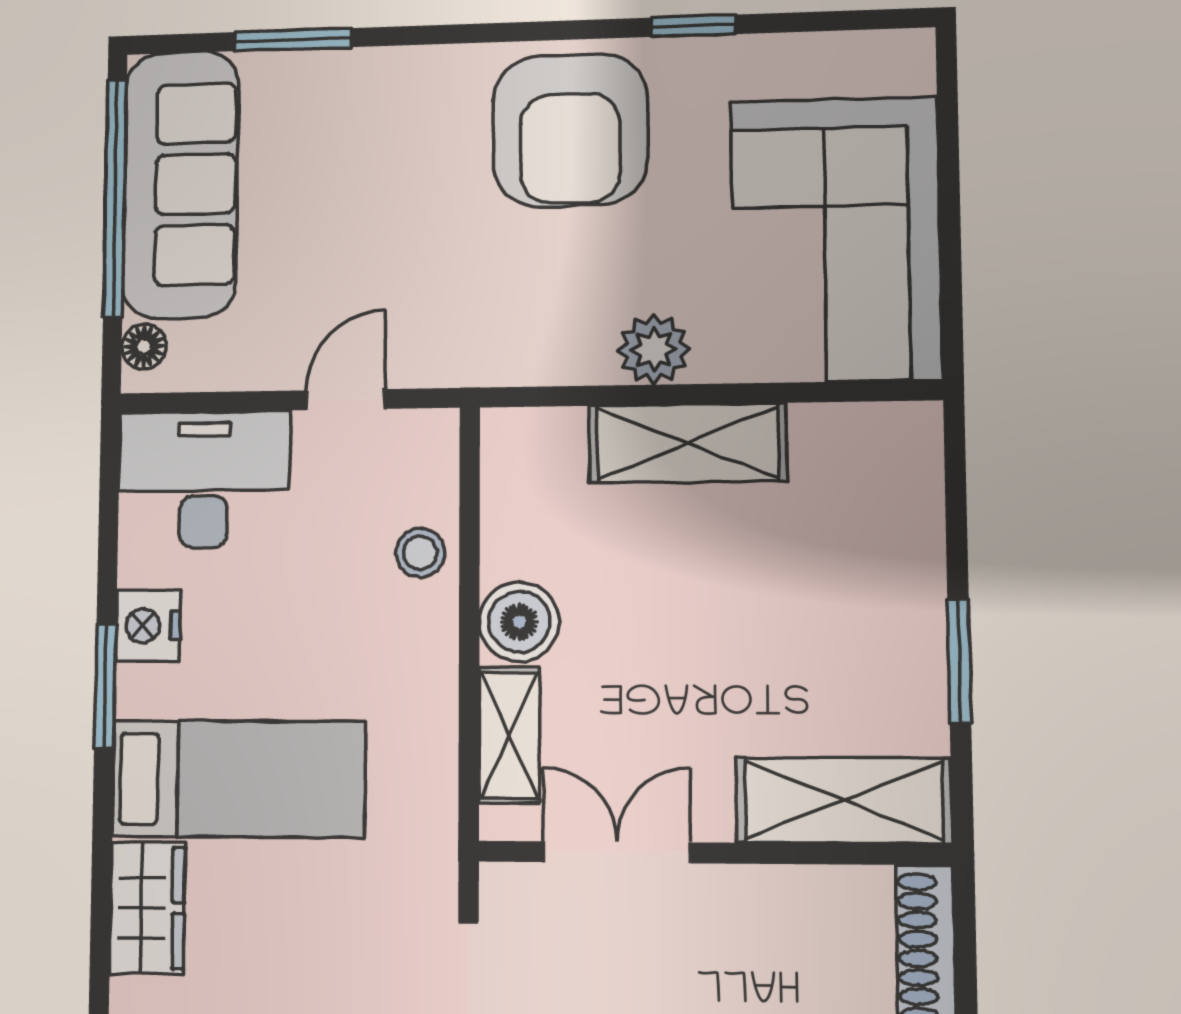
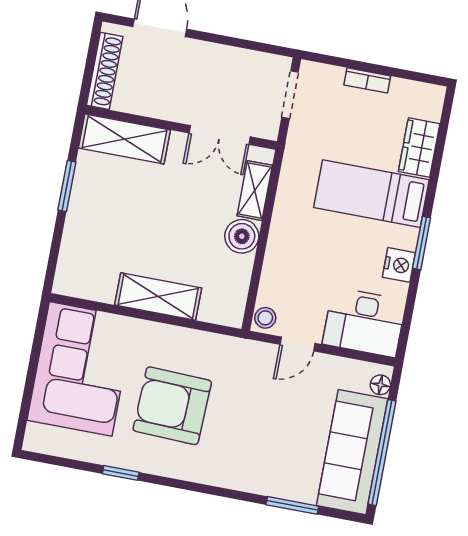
armchair: (570, 130) -> (172, 406), moved, turned -88
plant: (654, 349) -> (164, 339), removed
stool: (420, 553) -> (265, 318), moved

